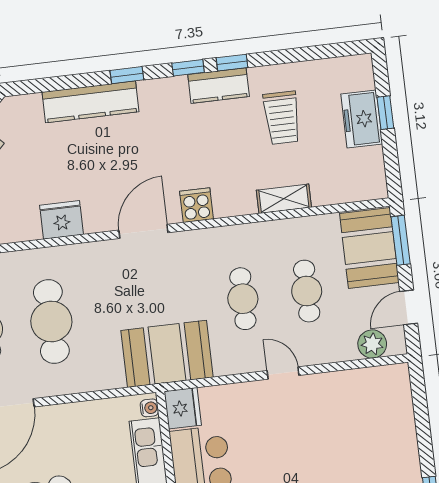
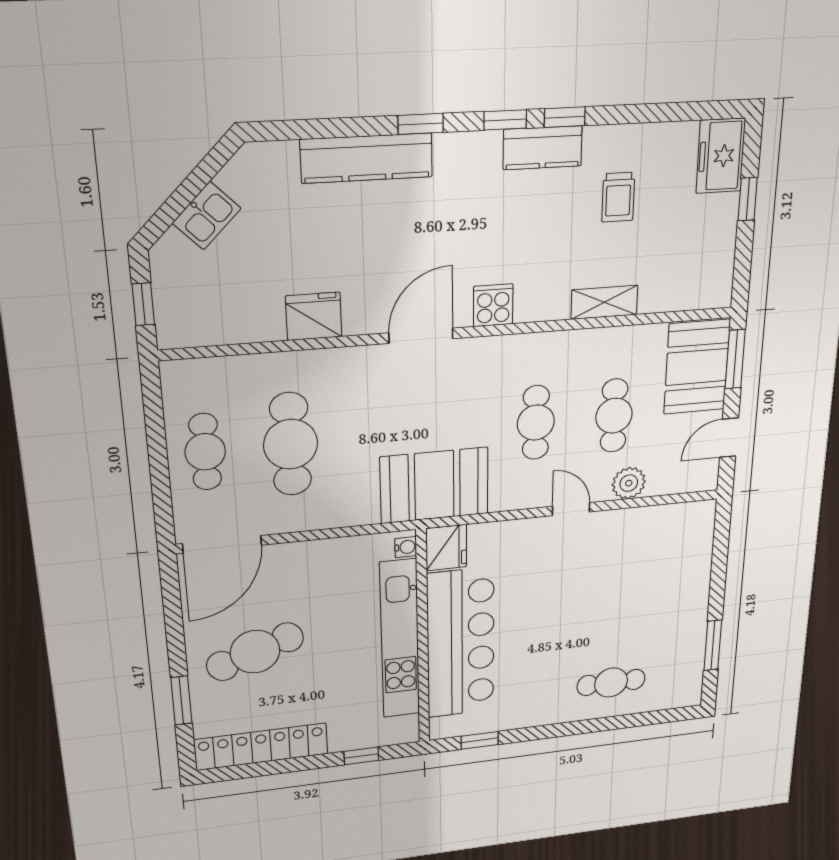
trolley: (282, 118) -> (618, 197), width x0.73, depth x0.72
freezer: (362, 119) -> (721, 156), moved
plant: (372, 344) -> (629, 483), moved

